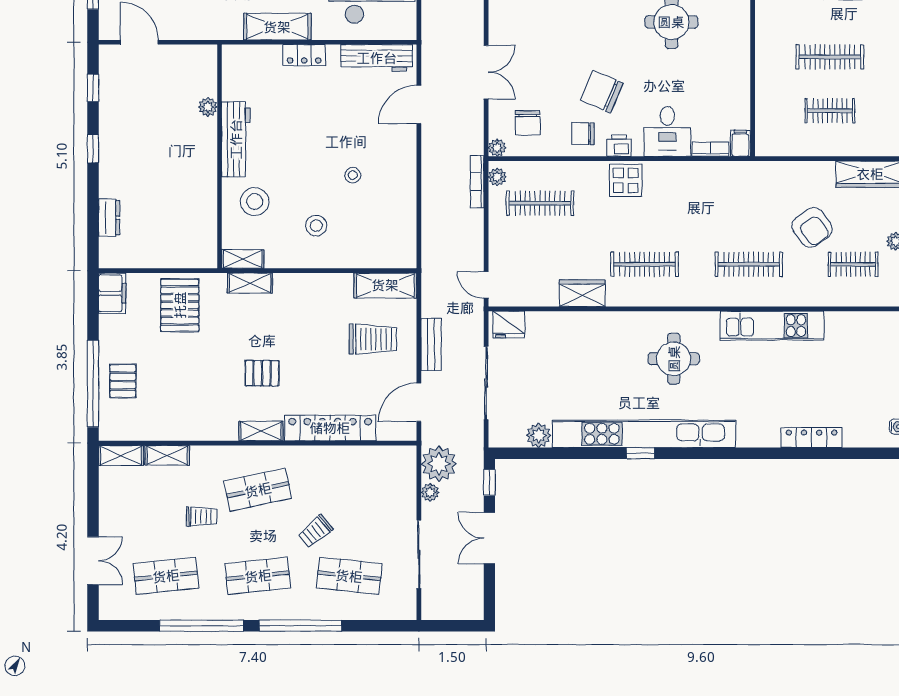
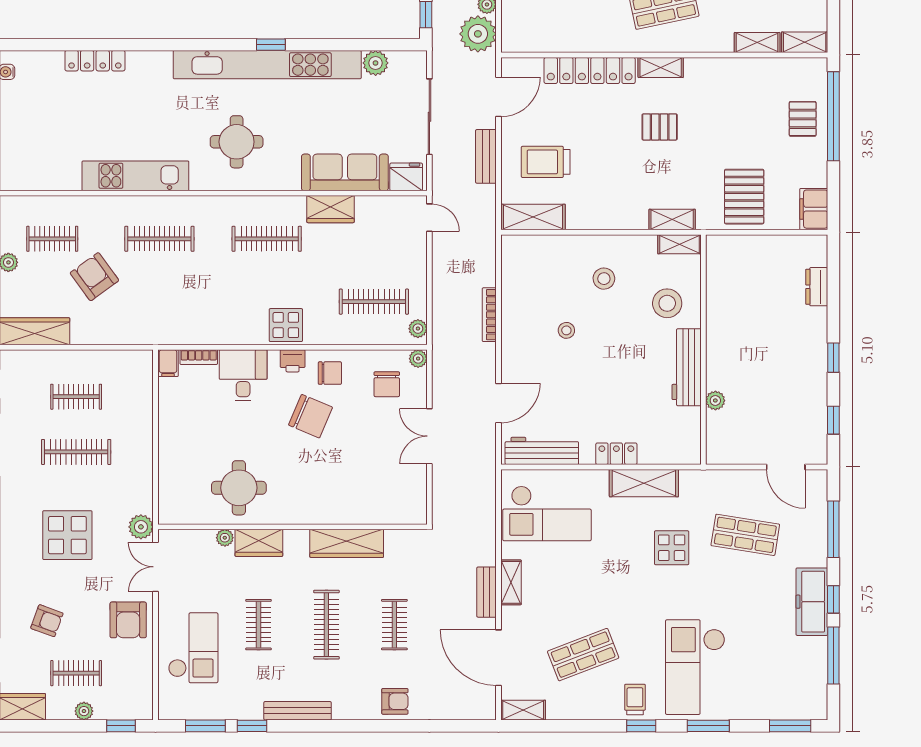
chair: (528, 123) -> (387, 384), turned 180
bookcase: (477, 182) -> (489, 315), moved, turned 180
sofa: (568, 329) -> (345, 172), added

